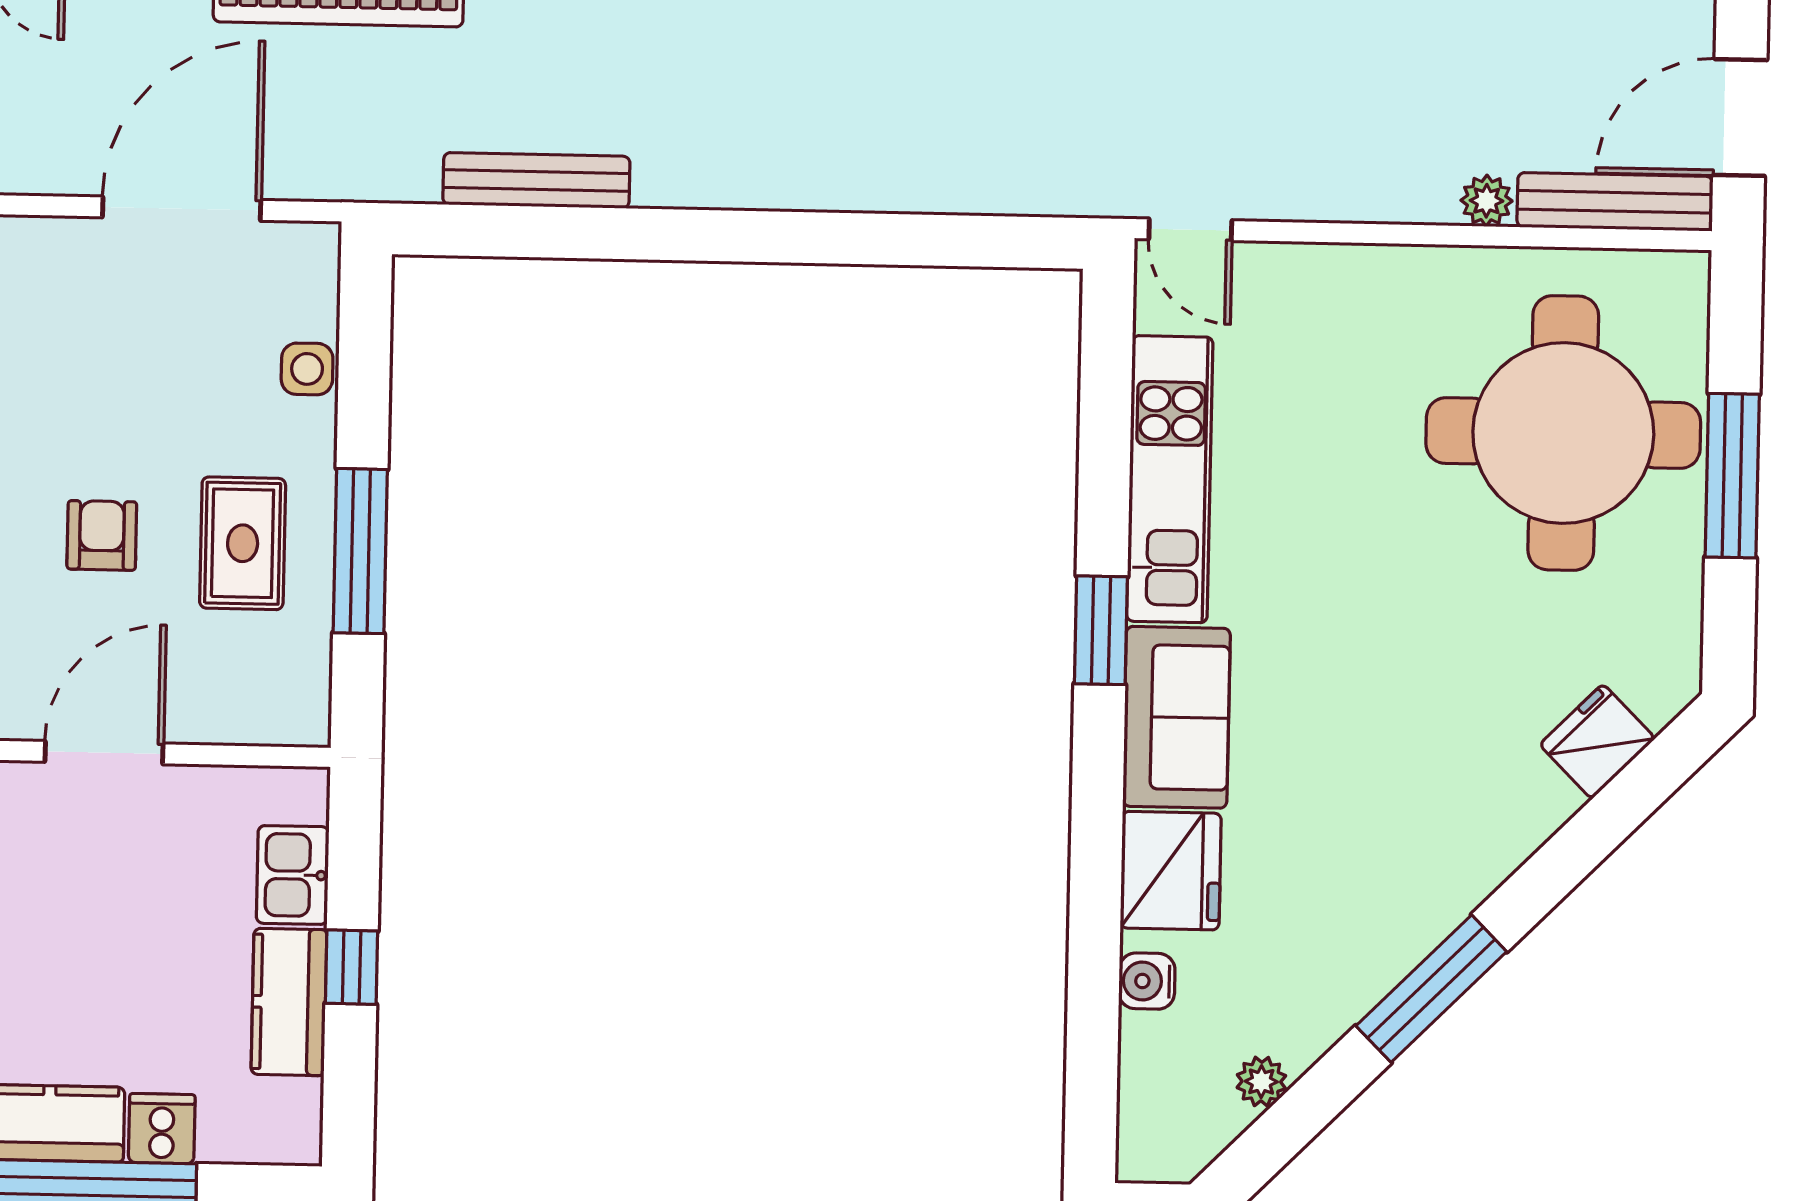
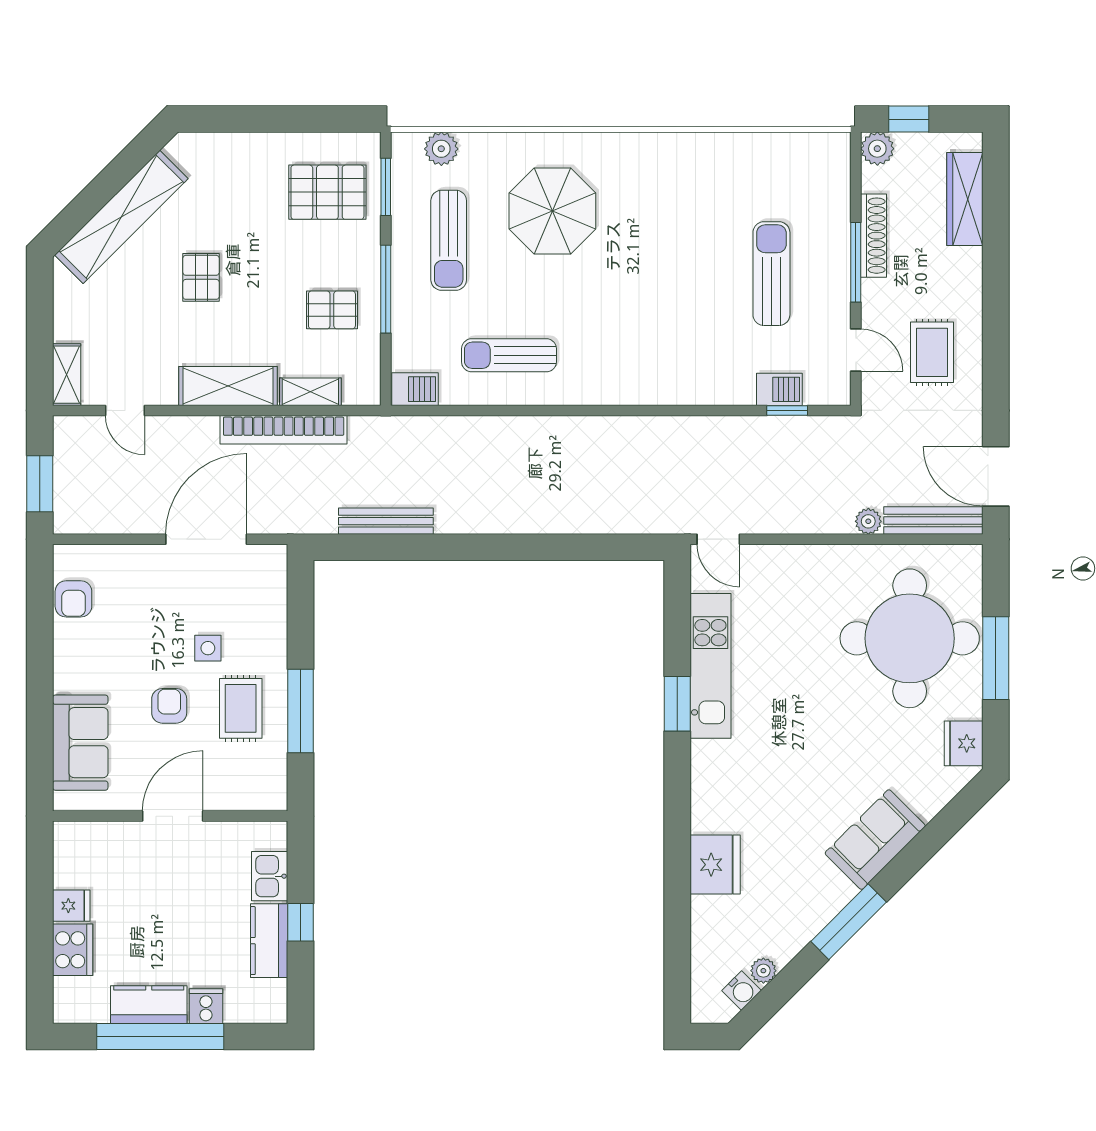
door: (1740, 118) -> (996, 476), hinge flipped
side table: (307, 369) -> (208, 648), moved
window: (1101, 630) -> (677, 704), moved
sofa: (1177, 717) -> (875, 840), moved, turned -135
fridge: (1597, 741) -> (964, 743), moved, turned -45
water cooler: (1147, 981) -> (742, 991), moved, turned -135

